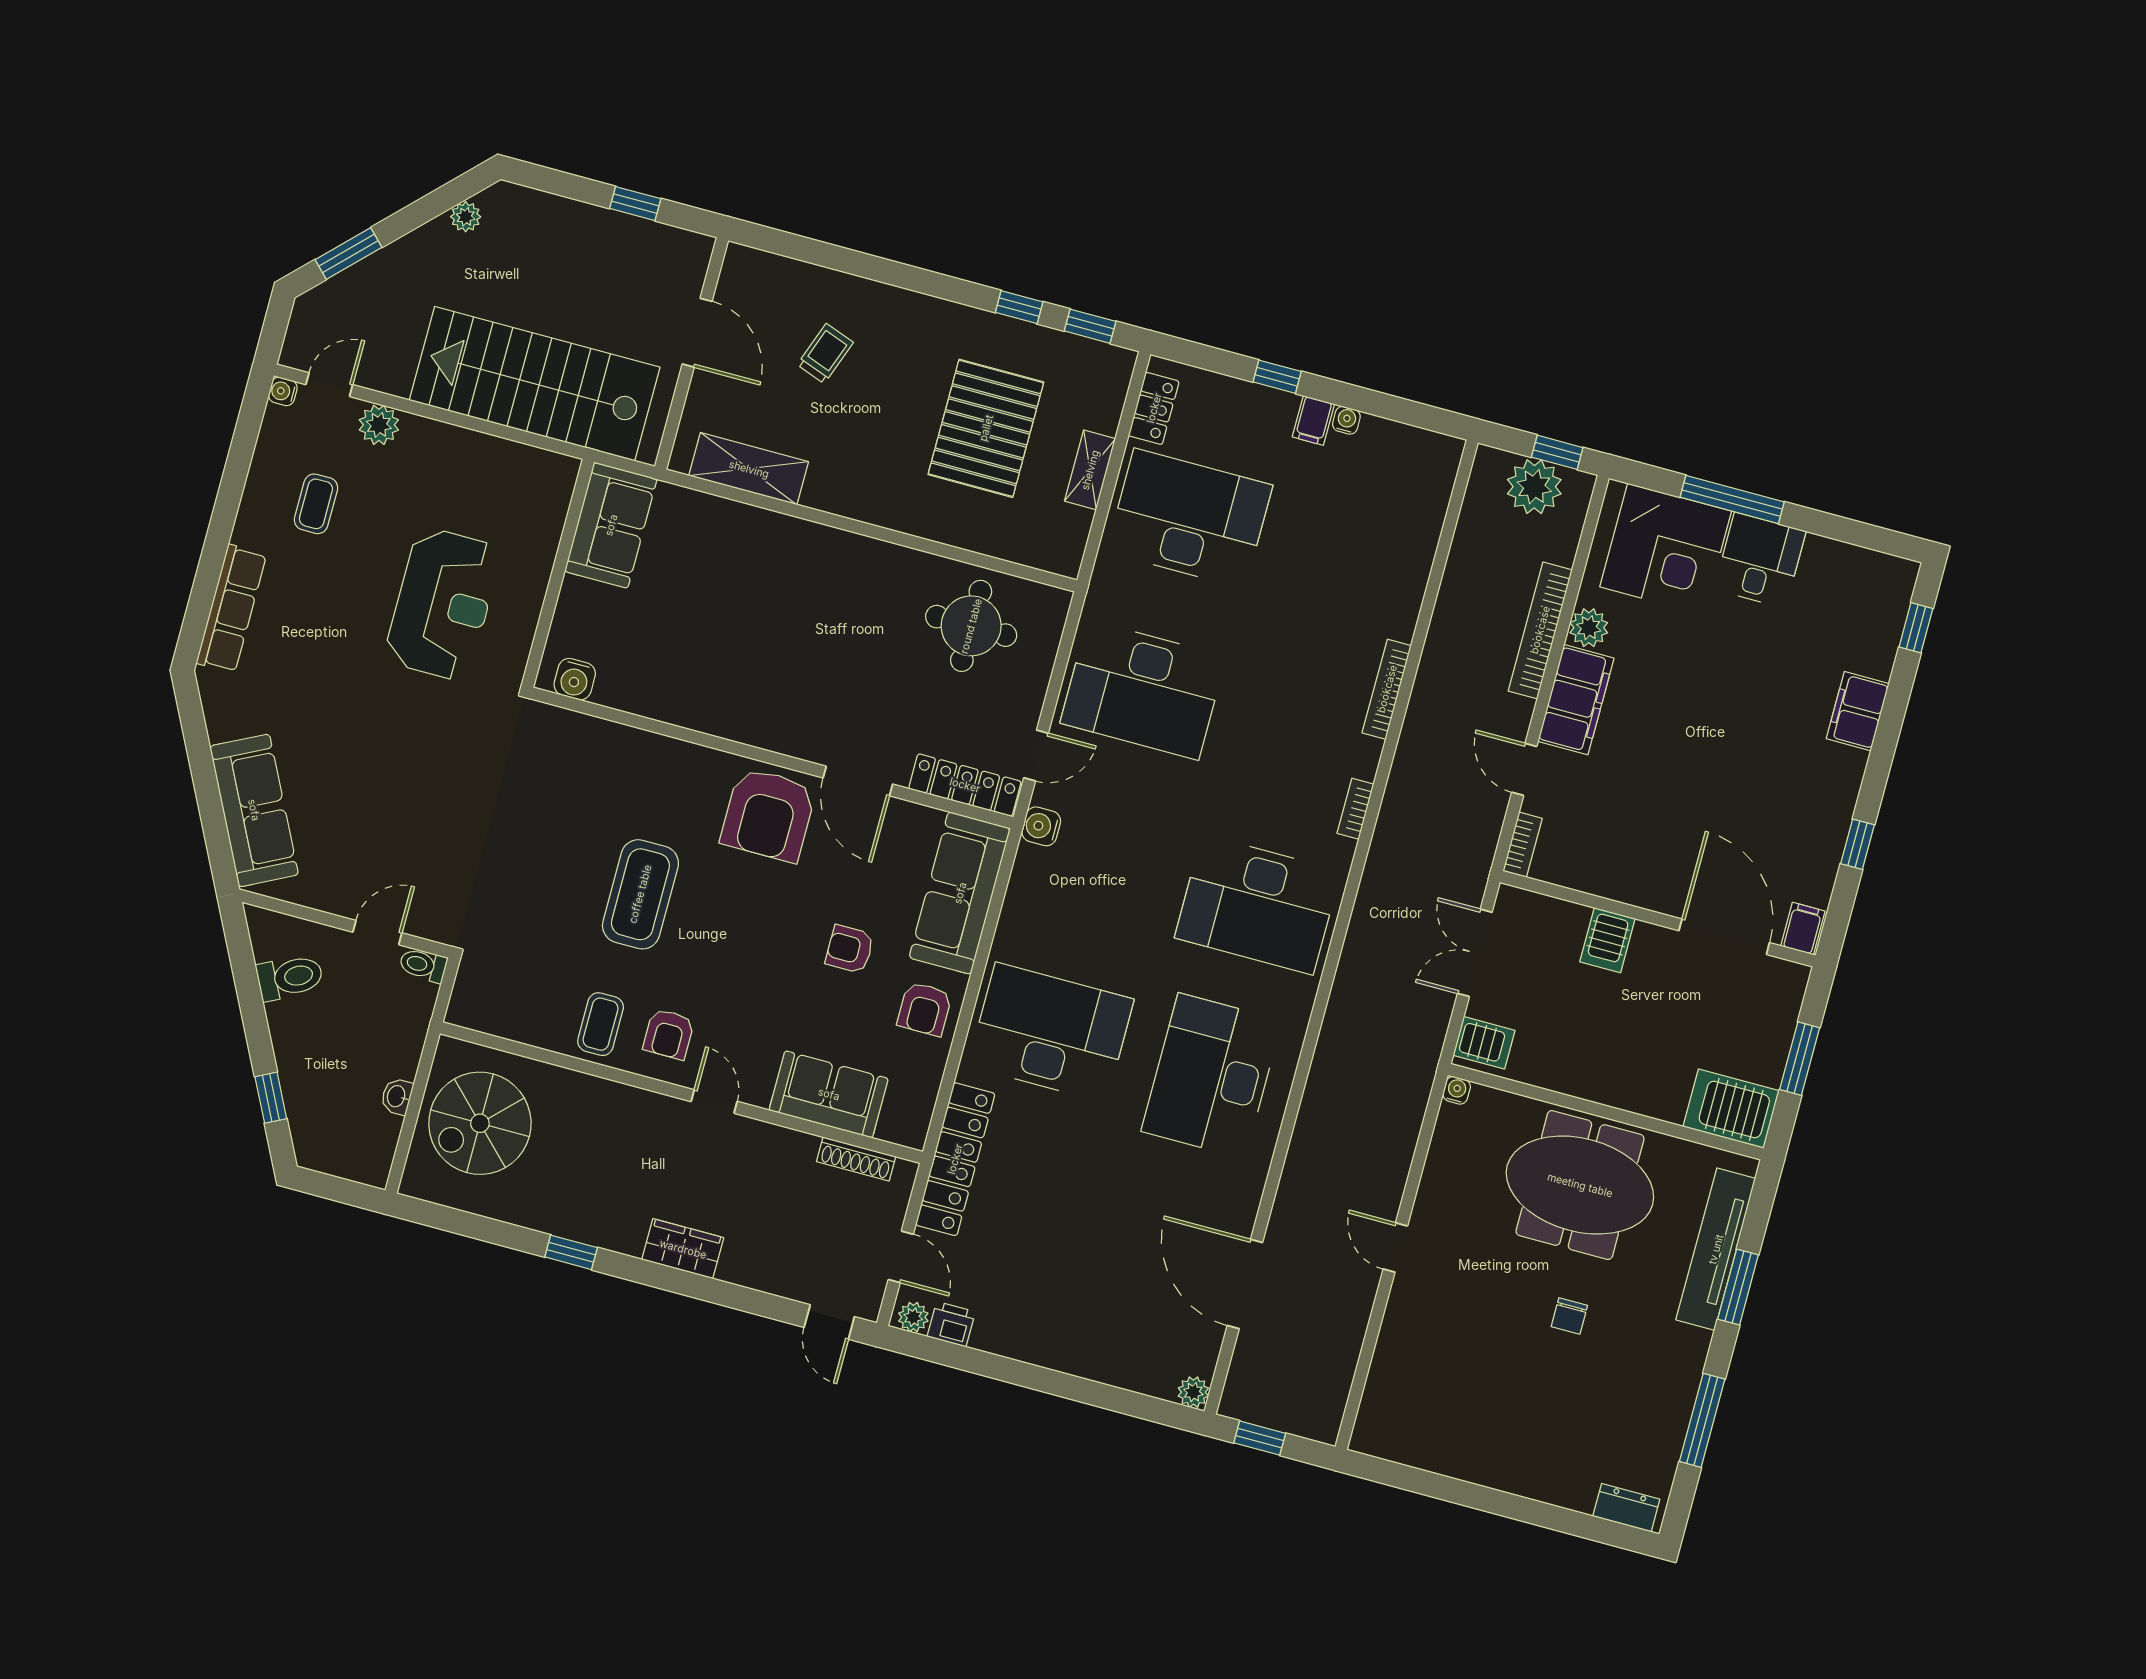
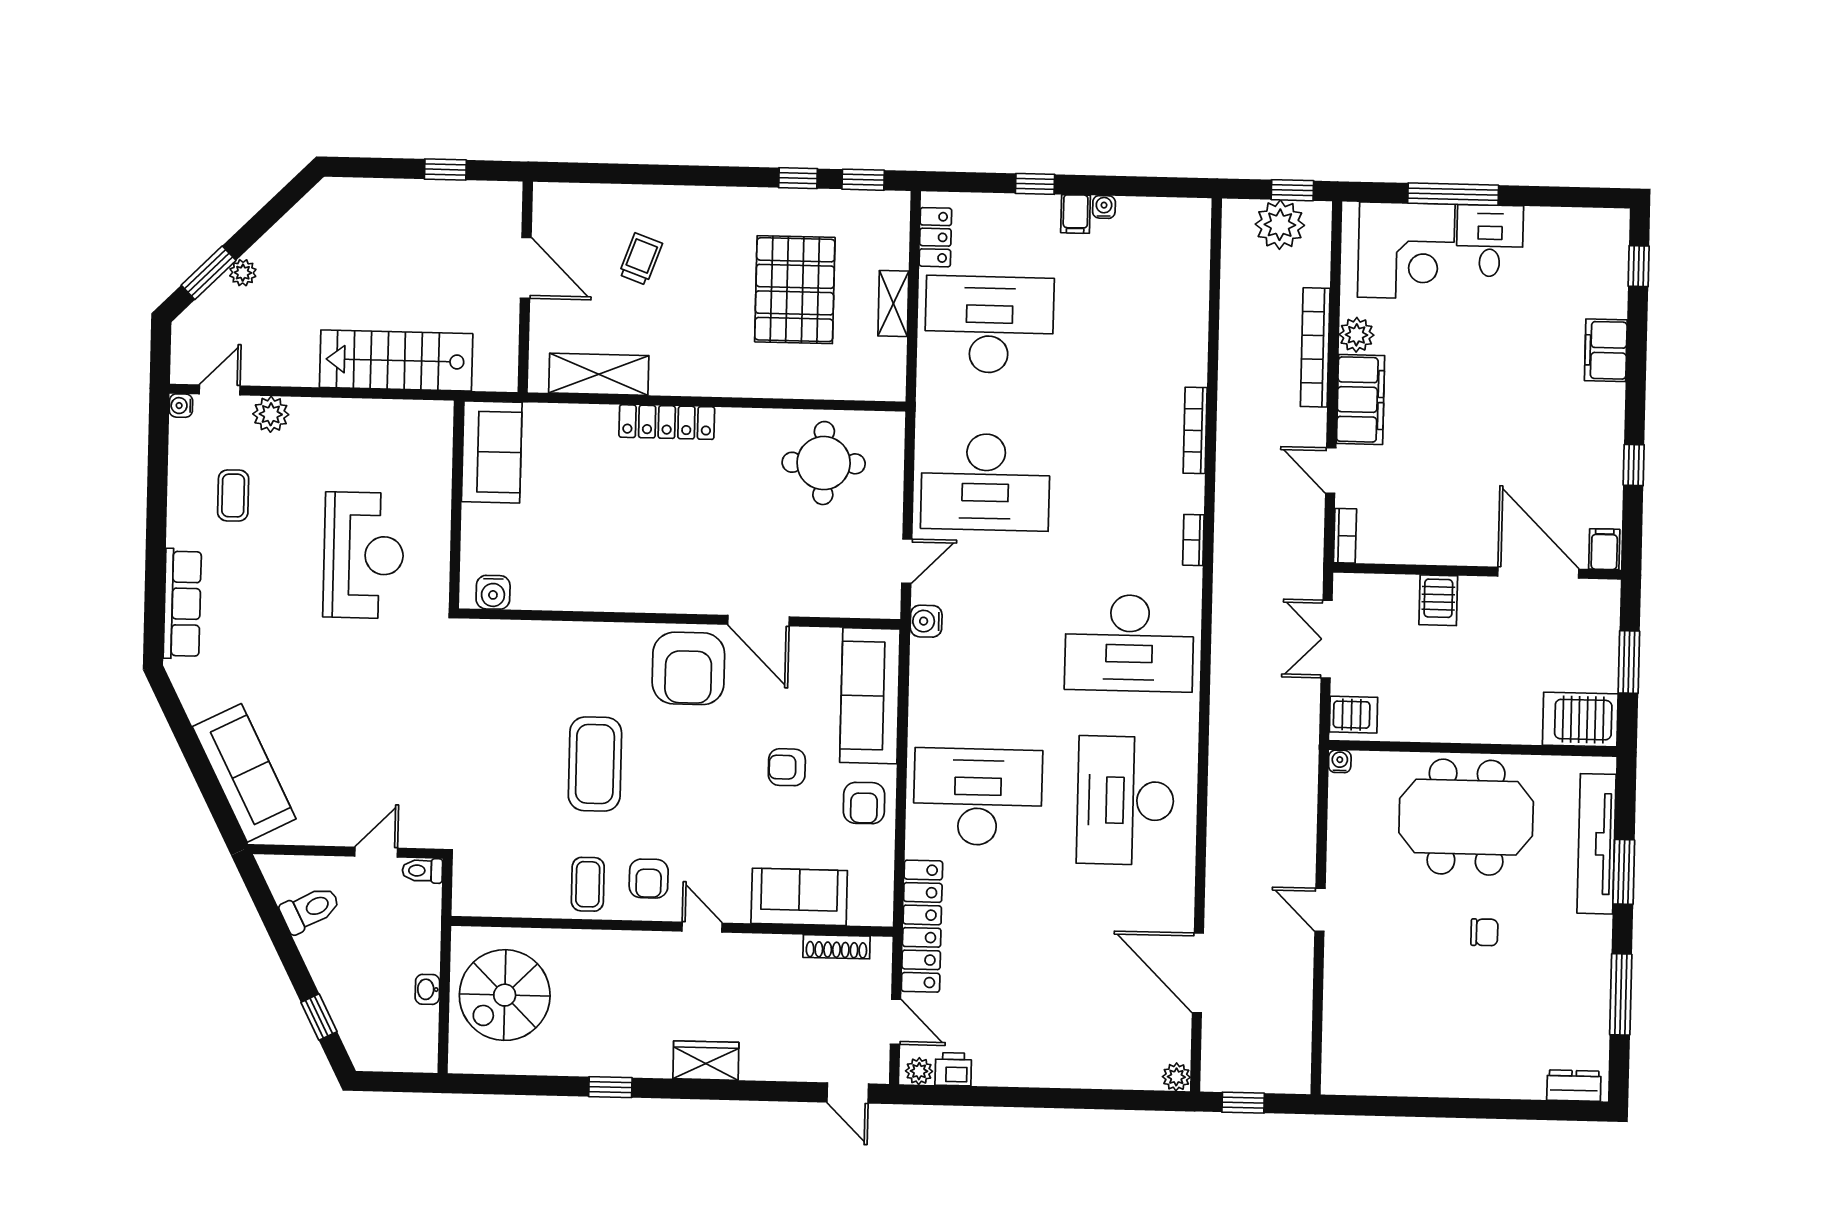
plant: (466, 217) -> (243, 273), moved
stairs: (535, 384) -> (396, 360), width x0.73, depth x0.66
locker: (965, 785) -> (667, 422), moved, turned 180
chair: (1569, 1316) -> (1484, 932), turned -90

